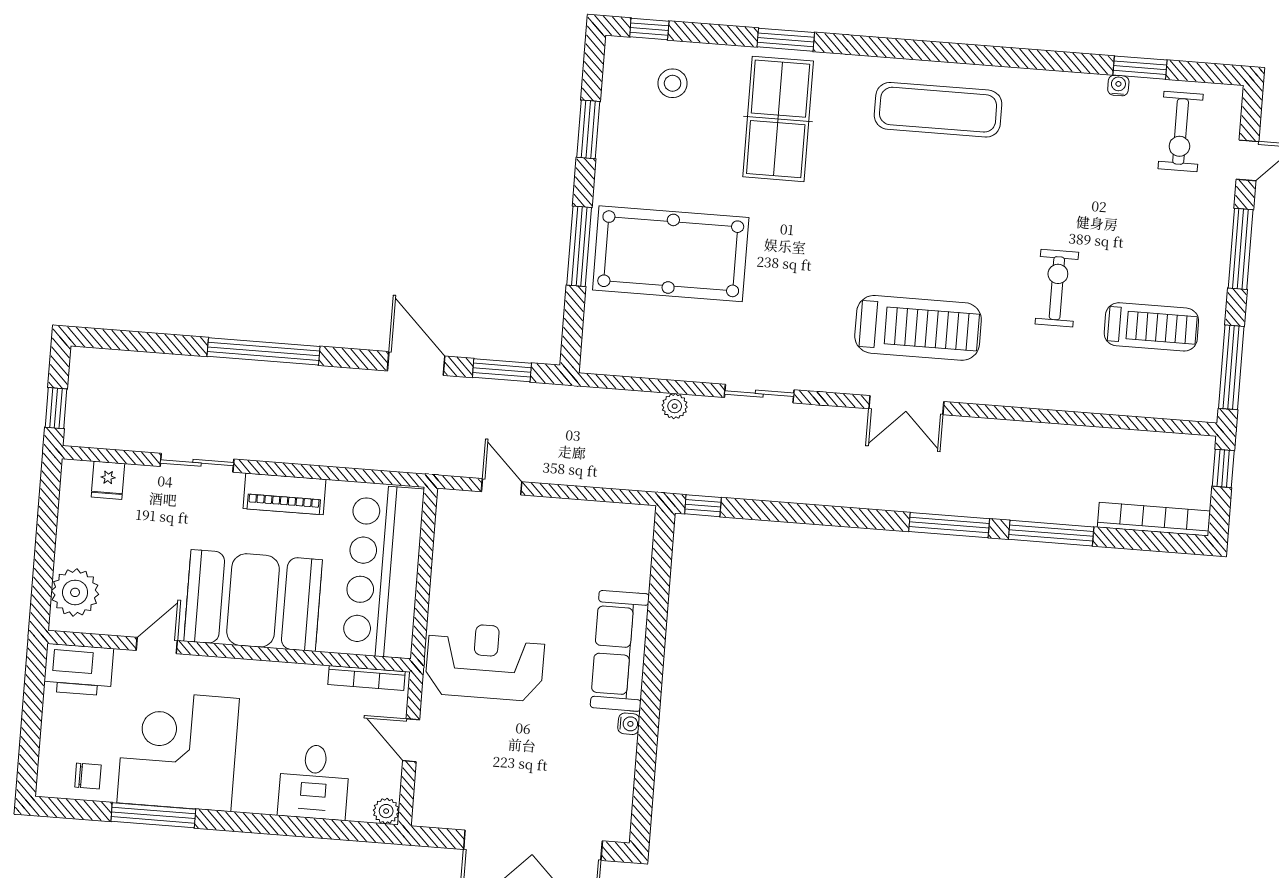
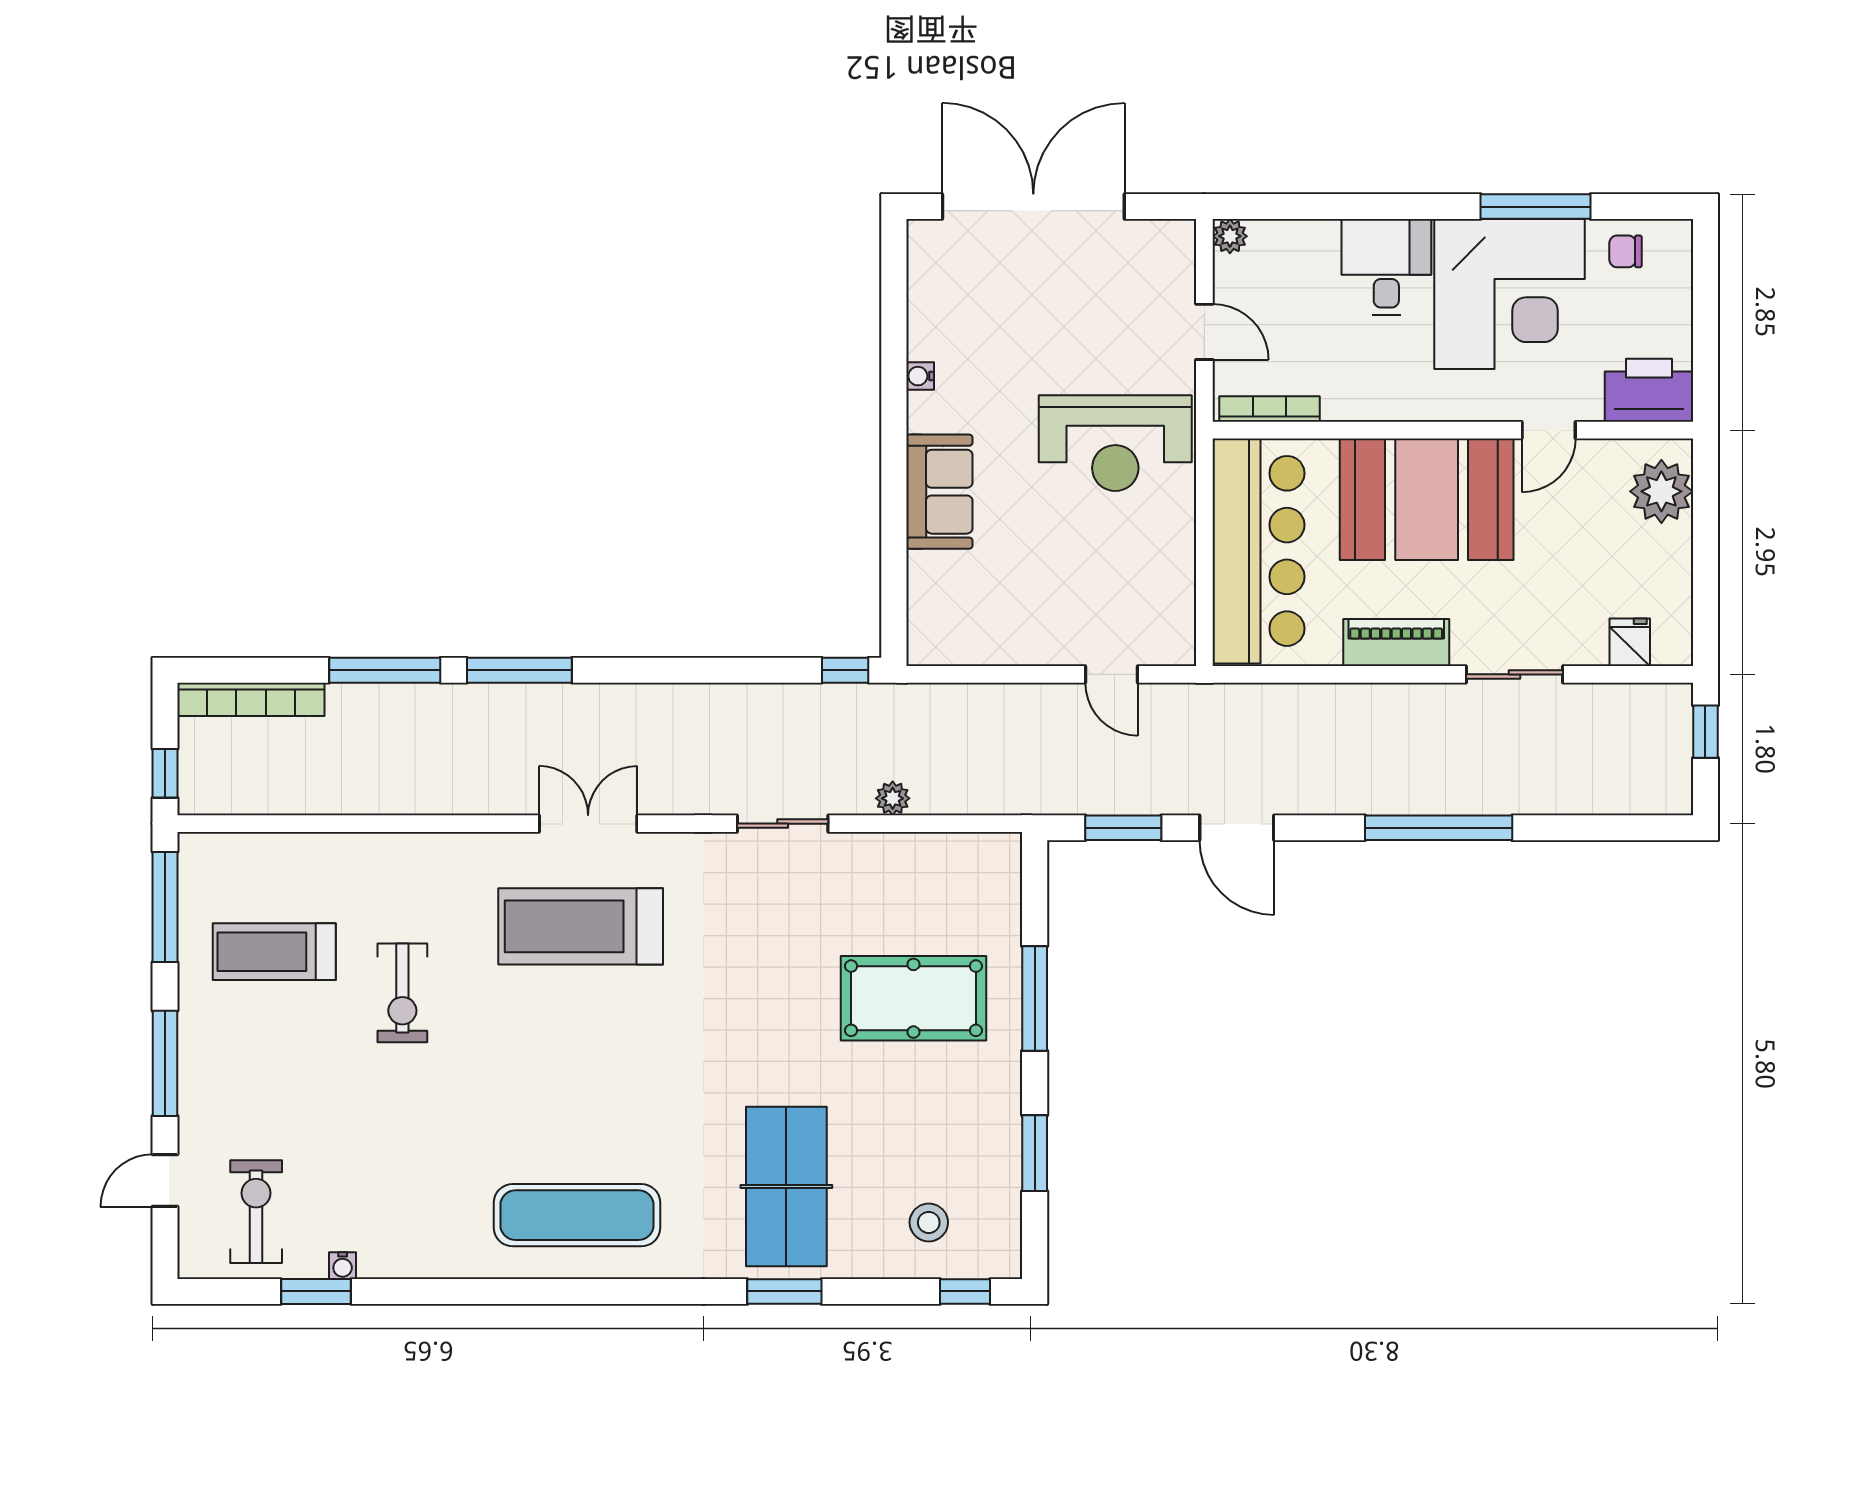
pool table: (671, 254) -> (913, 998), width x0.73, depth x0.76
sofa: (620, 651) -> (939, 492), width x0.73
desk: (314, 782) -> (1386, 267), moved

